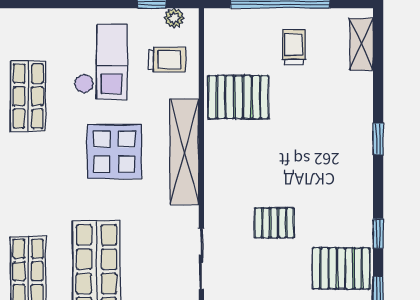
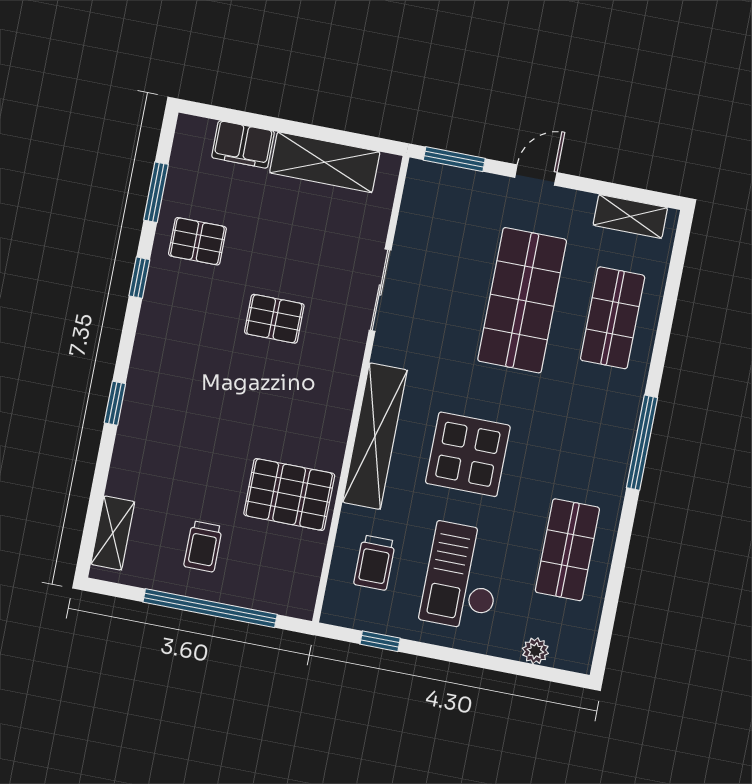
plant: (174, 18) -> (535, 651), moved
trolley: (167, 59) -> (375, 563), turned -91
pallet: (341, 268) -> (197, 241), width x0.67, depth x0.71

